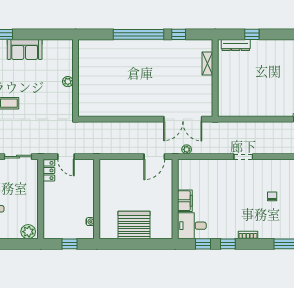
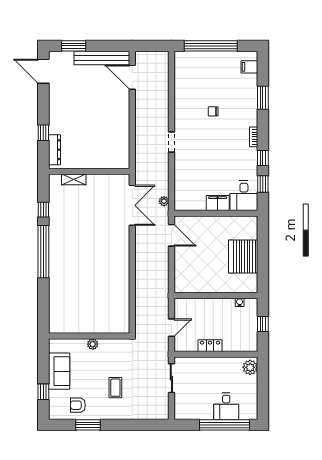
wall: (76, 78) -> (89, 336), moved
plant: (68, 82) -> (93, 344), moved
locker: (49, 170) -> (210, 346), moved

